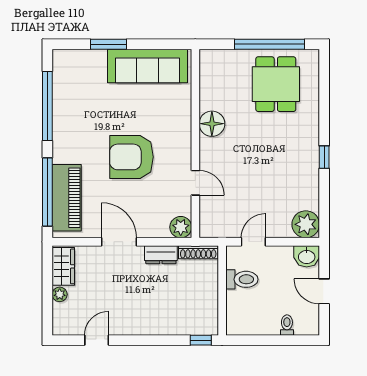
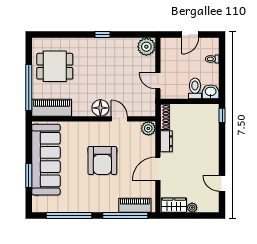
window: (270, 44) -> (29, 87), moved
sofa: (147, 66) -> (46, 160), width x1.36, depth x1.27
piano: (212, 79) -> (52, 108), added
floor lamp: (212, 124) -> (100, 108), moved
door: (195, 183) -> (119, 119), hinge flipped
piano: (67, 198) -> (135, 205), width x0.73, depth x0.75
washbasin: (307, 256) -> (211, 92), moved, turned -90
toilet: (242, 279) -> (195, 88), moved

